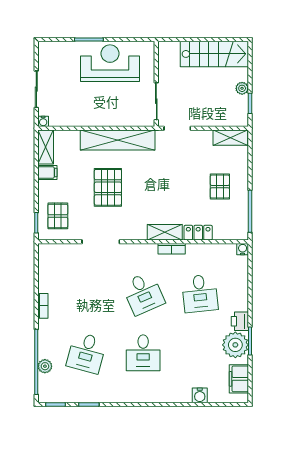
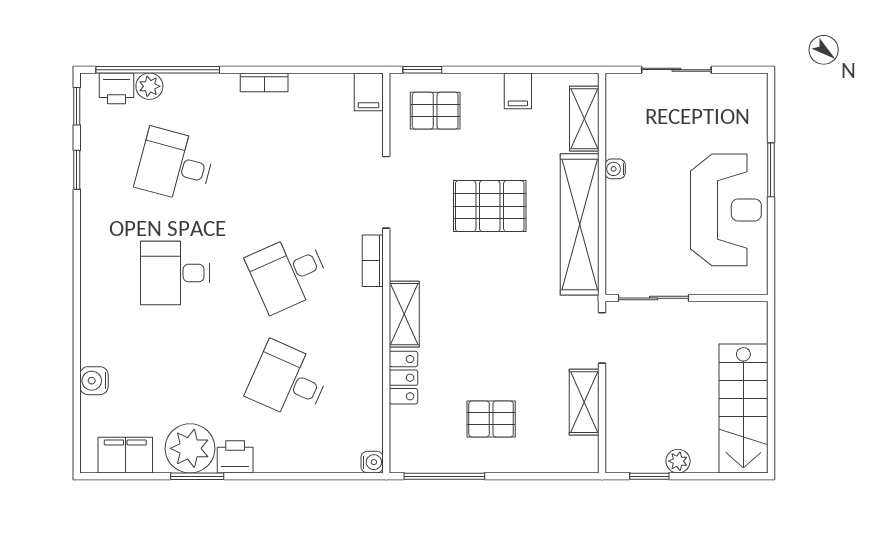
water cooler: (43, 121) -> (615, 169), moved
shelving: (230, 138) -> (584, 402), moved
shelving: (46, 147) -> (584, 119), moved, turned 90
bookcase: (172, 249) -> (373, 261), moved
filing cabinet: (48, 251) -> (369, 92), added
desk: (200, 293) -> (288, 381), turned 30
printer: (46, 384) -> (116, 88), added

